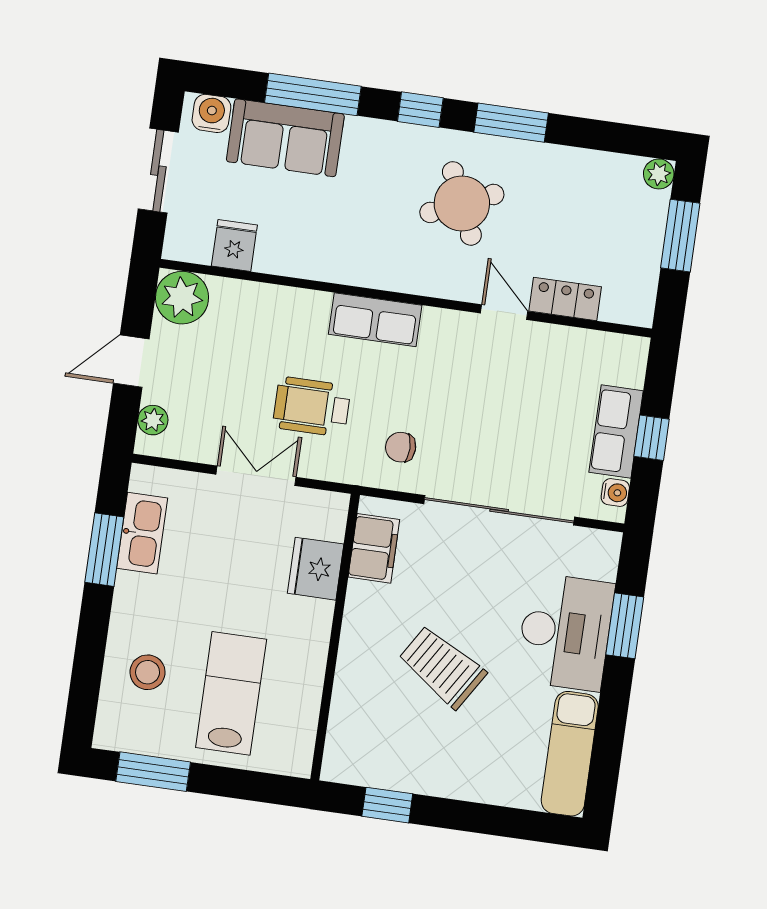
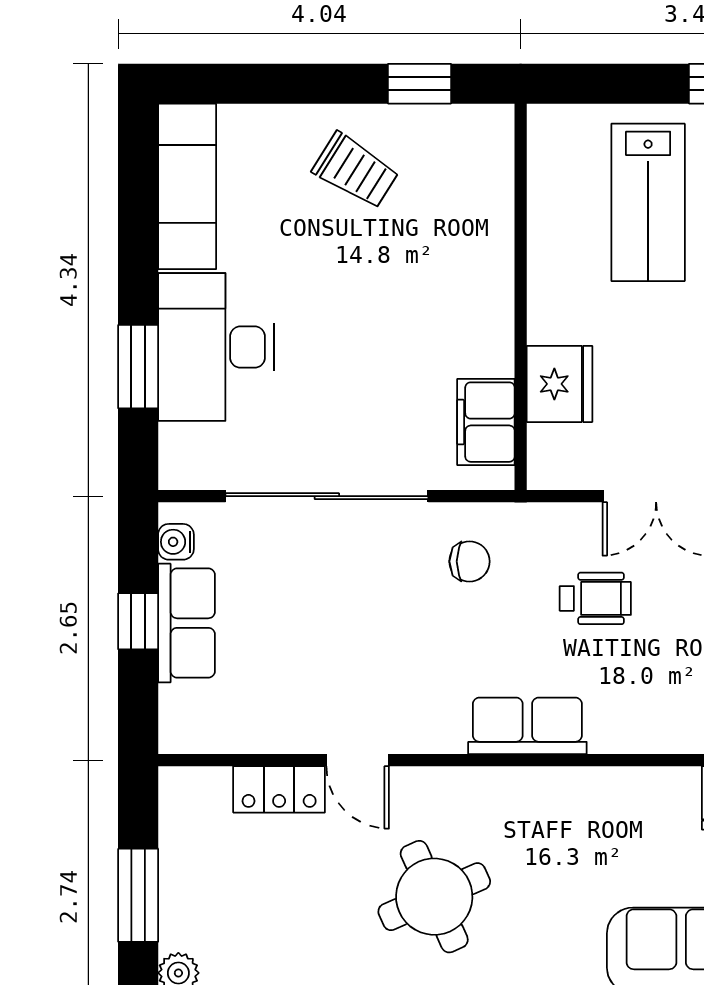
wheelchair: (312, 407) -> (595, 598), width x0.73, depth x0.73
trolley: (442, 667) -> (356, 171), moved, width x0.73, depth x0.72

